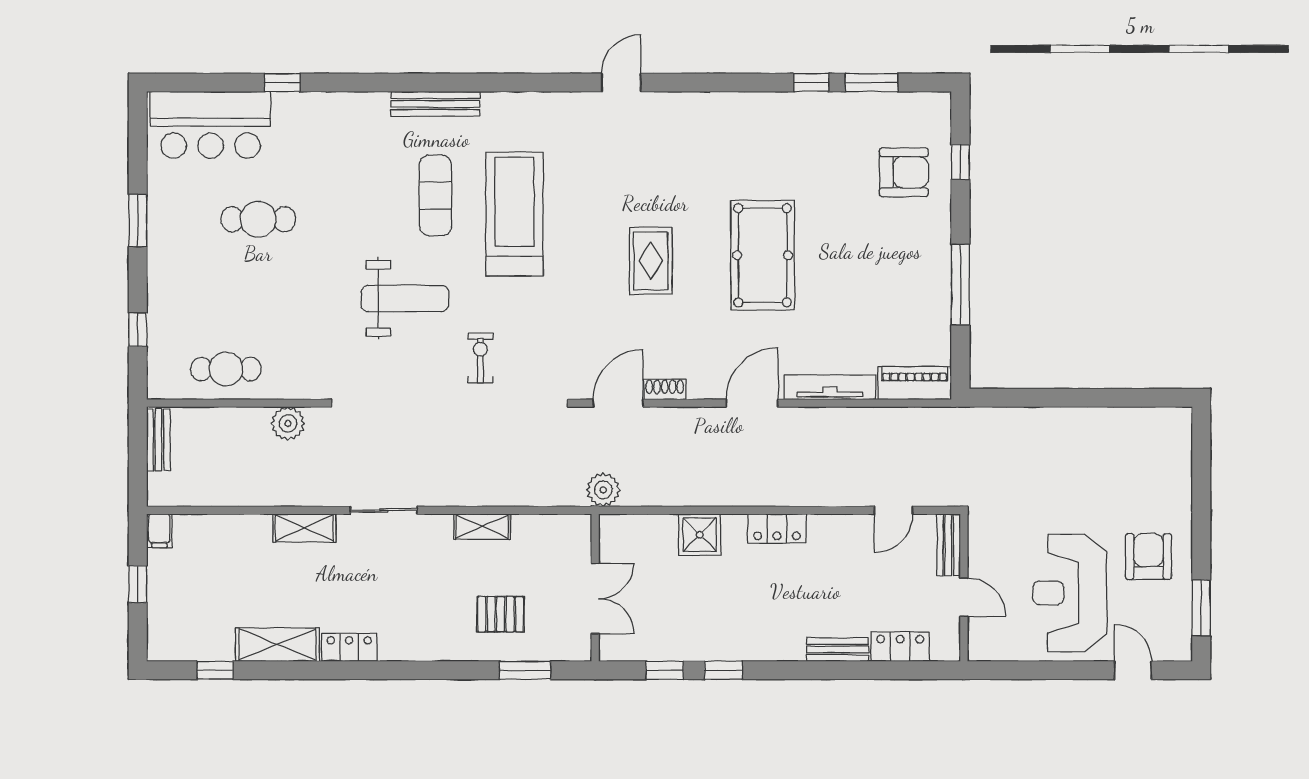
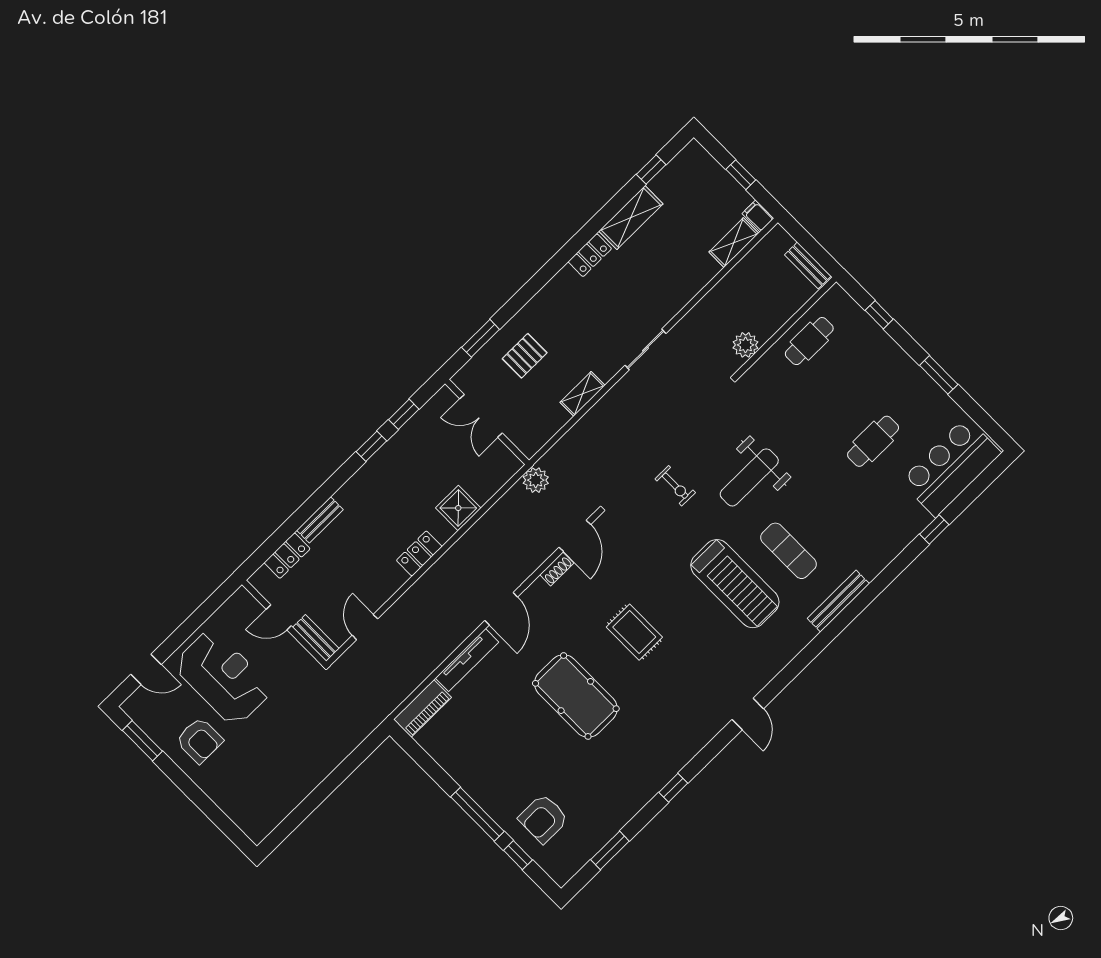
window: (811, 83) -> (673, 788), moved
window: (960, 285) -> (477, 814), moved
shelving: (304, 528) -> (734, 243), moved

